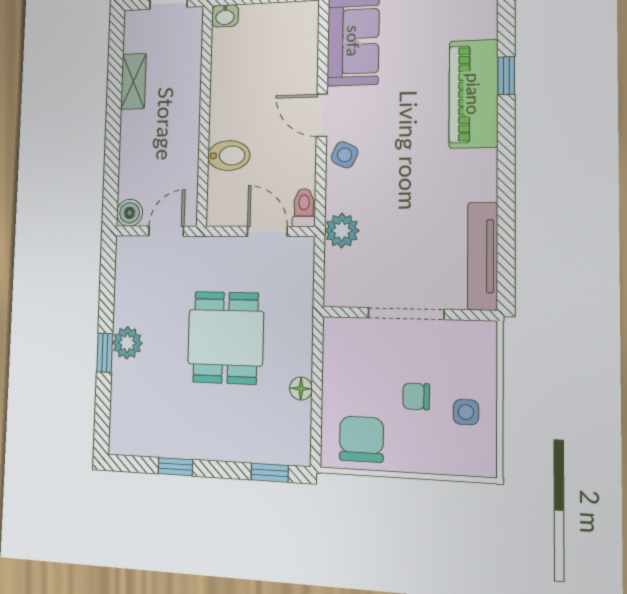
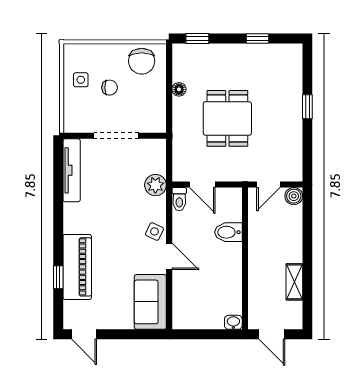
plant: (127, 343) -> (292, 113), removed

